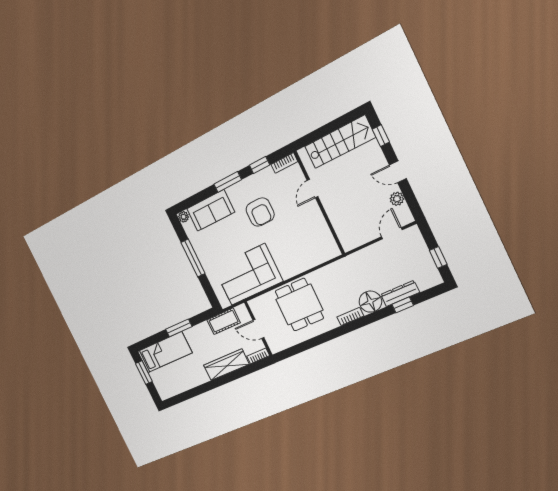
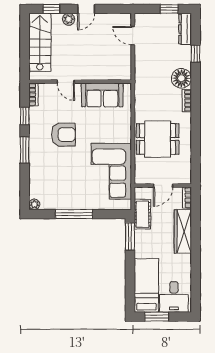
plant: (397, 199) -> (69, 19), moved
sofa: (211, 210) -> (102, 95), moved, turned 90
dresser: (400, 293) -> (185, 29), moved
window: (179, 328) -> (130, 236), moved
desk: (167, 381) -> (174, 297), added

